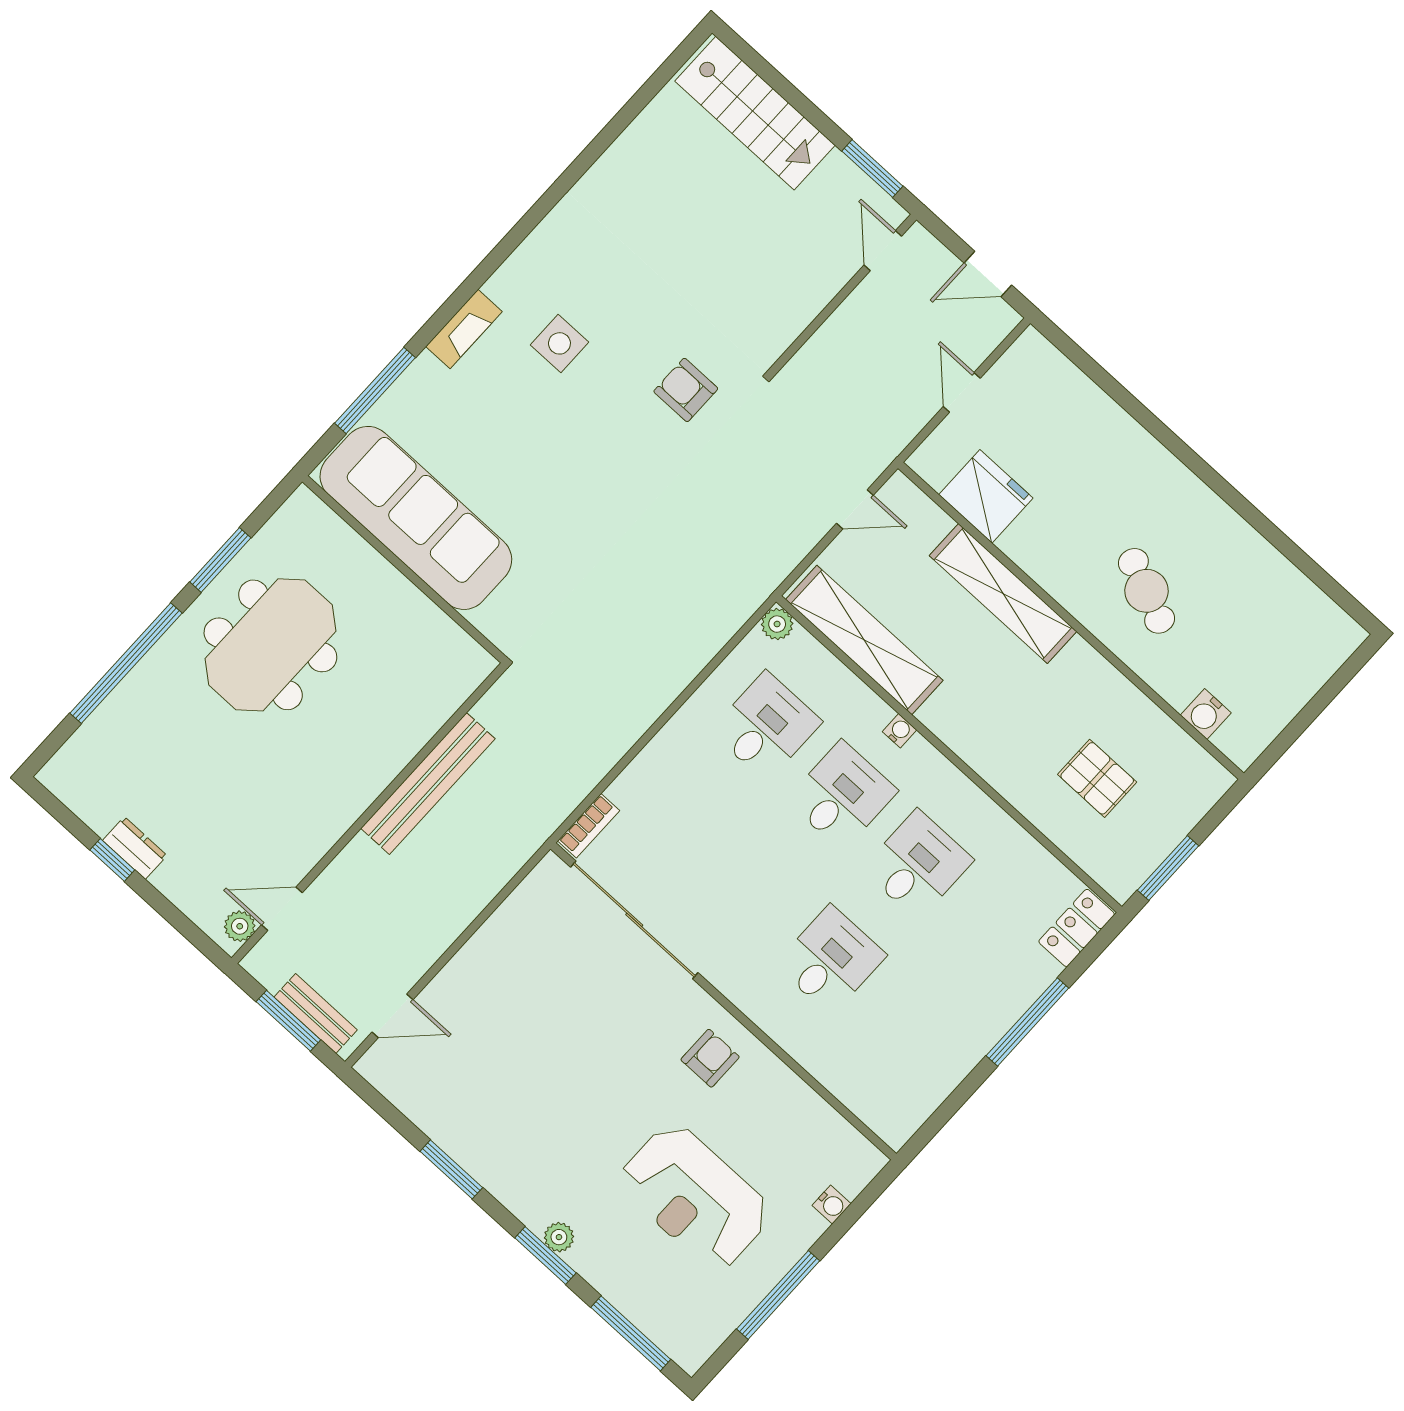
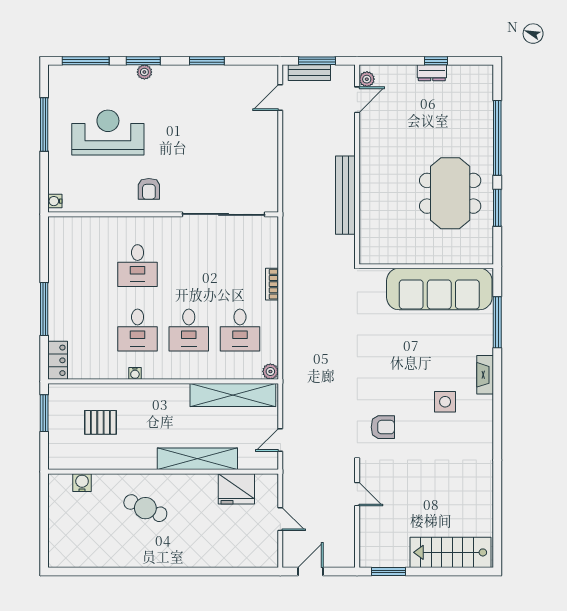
door: (883, 251) -> (357, 494), moved
water cooler: (900, 731) -> (135, 373), moved
bookcase: (589, 826) -> (272, 284), moved
water cooler: (832, 1204) -> (55, 201), moved

